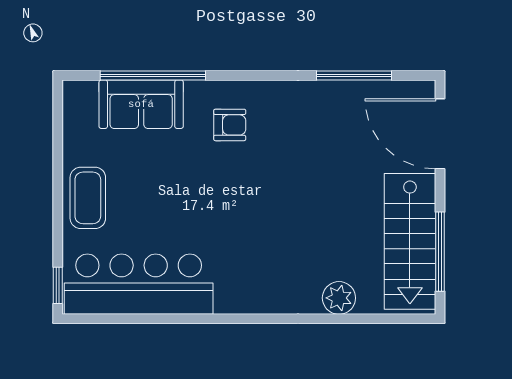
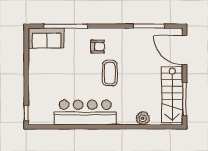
sofa: (141, 104) -> (47, 38), moved
coffee table: (88, 198) -> (110, 73), moved
bar counter: (139, 284) -> (85, 112), moved

